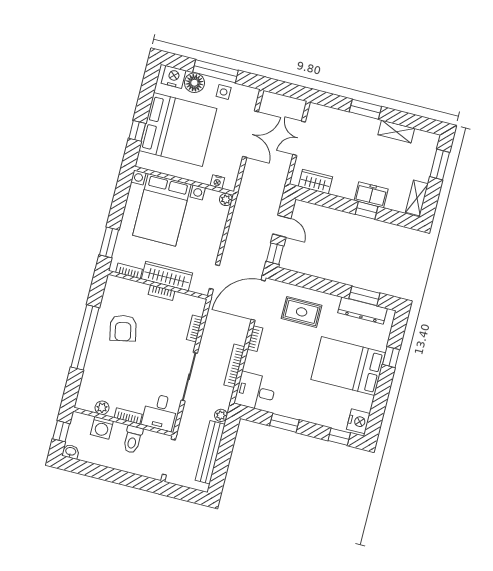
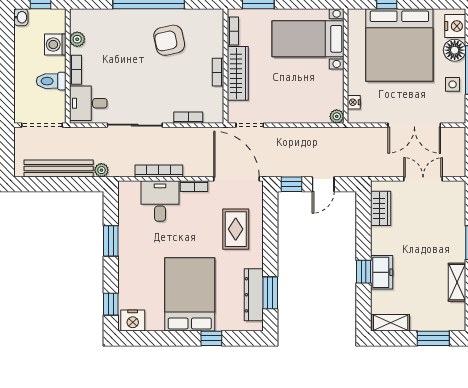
bed with nightstands: (162, 210) -> (308, 39), width x0.73
desk: (255, 392) -> (160, 201), moved

